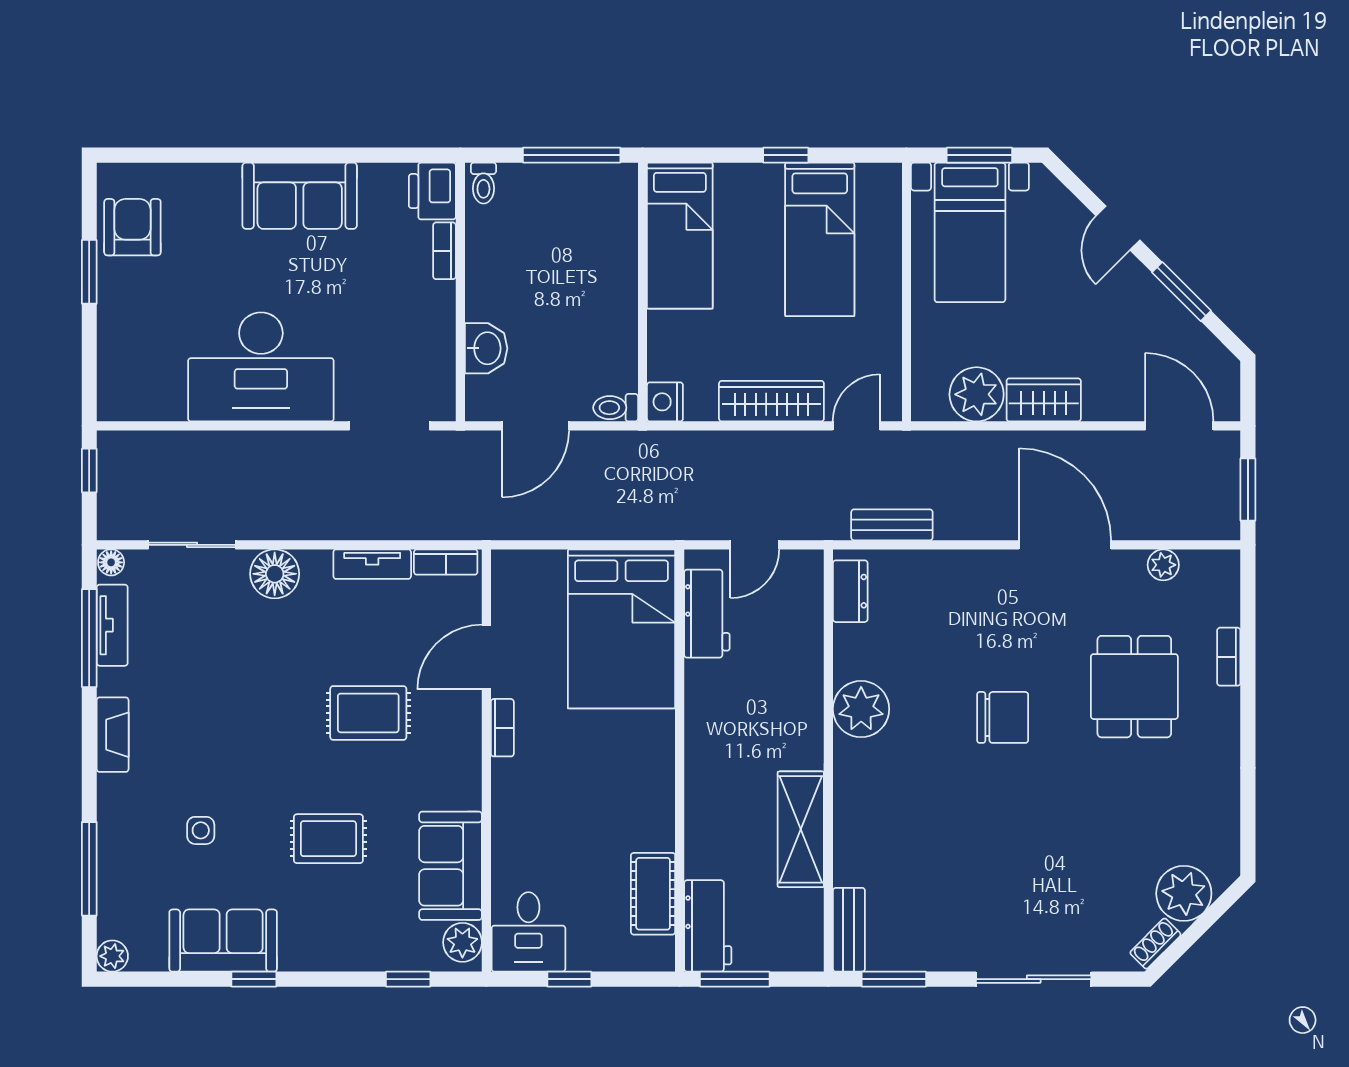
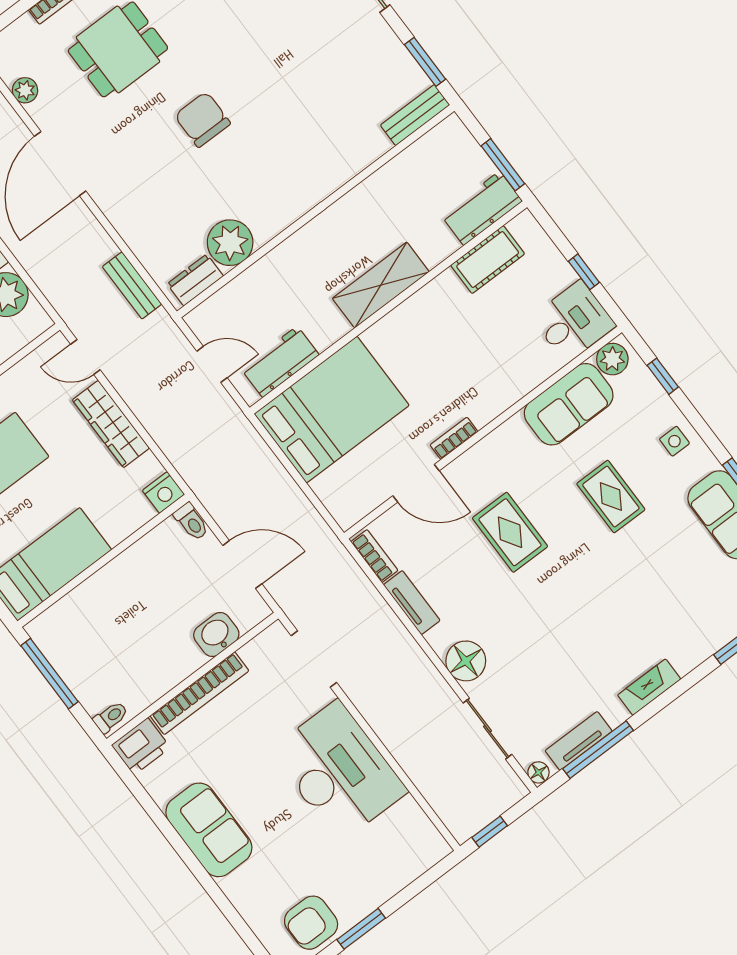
bookcase: (445, 251) -> (199, 693), width x2.31, depth x1.31
plant: (861, 709) -> (230, 243), moved
shelving: (801, 829) -> (381, 285), moved
side table: (201, 830) -> (674, 441), moved

